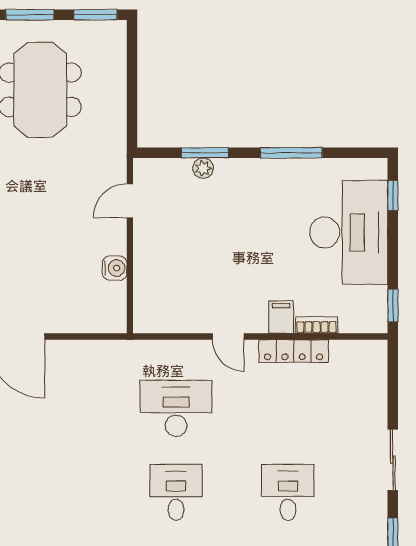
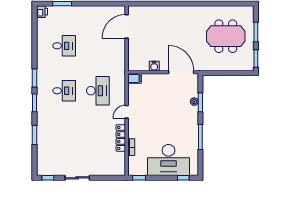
door: (130, 201) -> (181, 72), width x1.87
filing cabinet: (281, 317) -> (134, 78), moved
desk: (288, 492) -> (64, 46), moved

